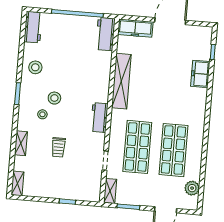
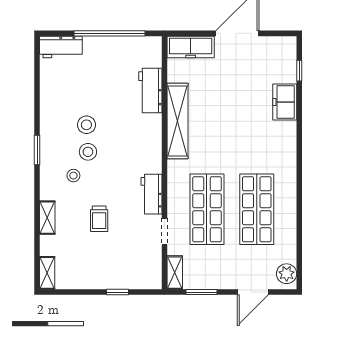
workbench: (33, 27) -> (61, 47), moved, turned 90
workbench: (105, 34) -> (150, 90), moved
stool: (35, 67) -> (86, 125), moved
workbench: (99, 117) -> (152, 194), moved
plant: (192, 188) -> (287, 274), moved

